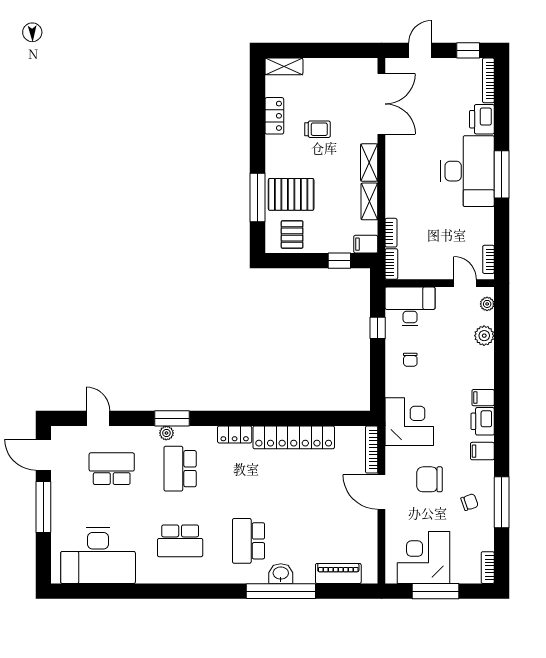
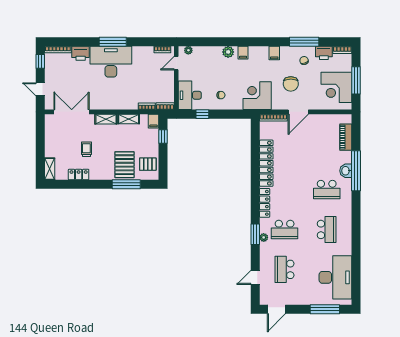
plant: (484, 336) -> (228, 52), moved
printer: (483, 421) -> (324, 53), moved
locker: (235, 434) -> (265, 203), width x1.53
window: (43, 507) -> (325, 309), moved

